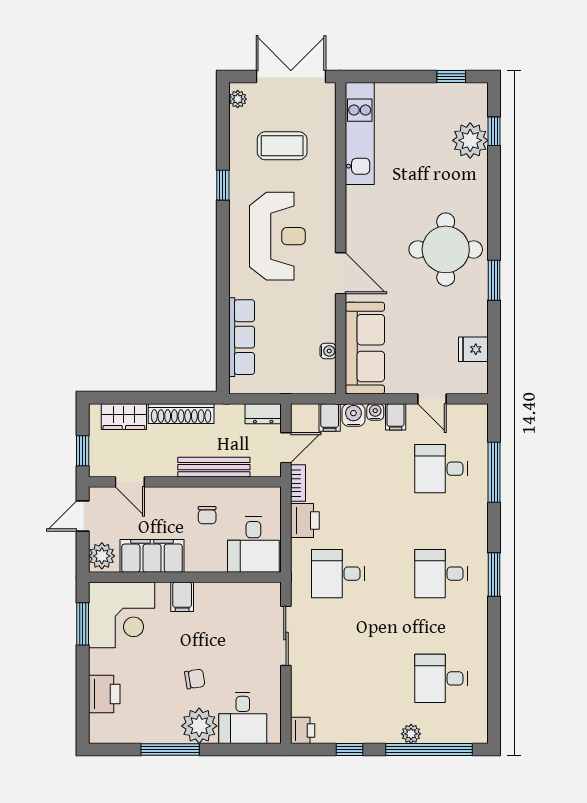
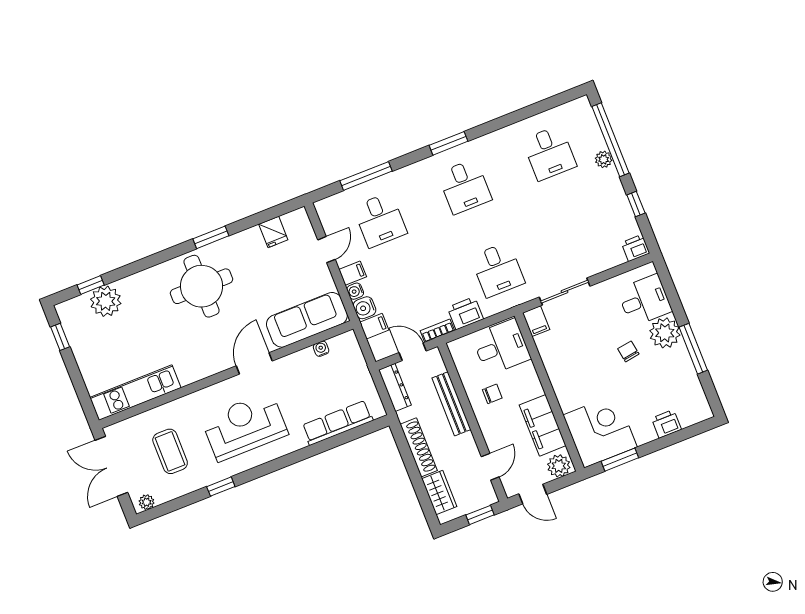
dresser: (263, 414) -> (395, 387), width x1.44
filing cabinet: (182, 597) -> (536, 321), moved, turned 90
printer: (104, 694) -> (666, 424), width x0.73, depth x0.81

